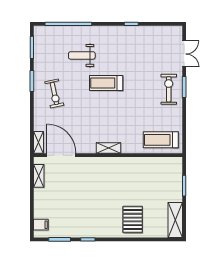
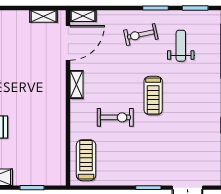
weight bench: (82, 55) -> (181, 46), moved
treadmill: (106, 83) -> (153, 96), turned 180
exercise bike: (169, 89) -> (115, 117), moved
shelving: (109, 148) -> (77, 85), moved

